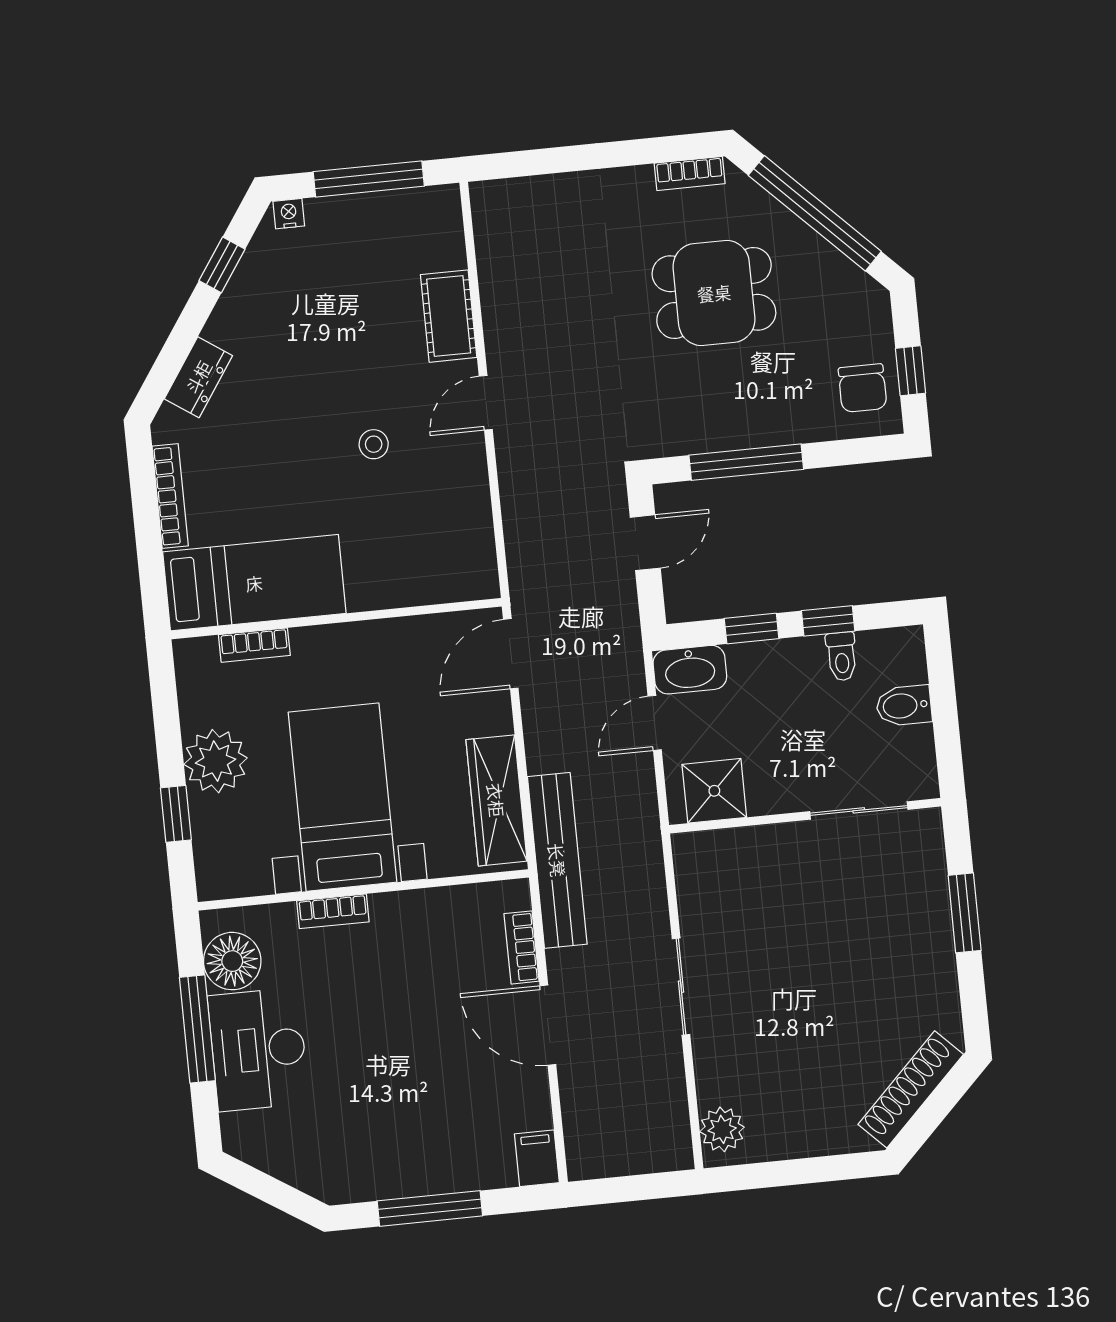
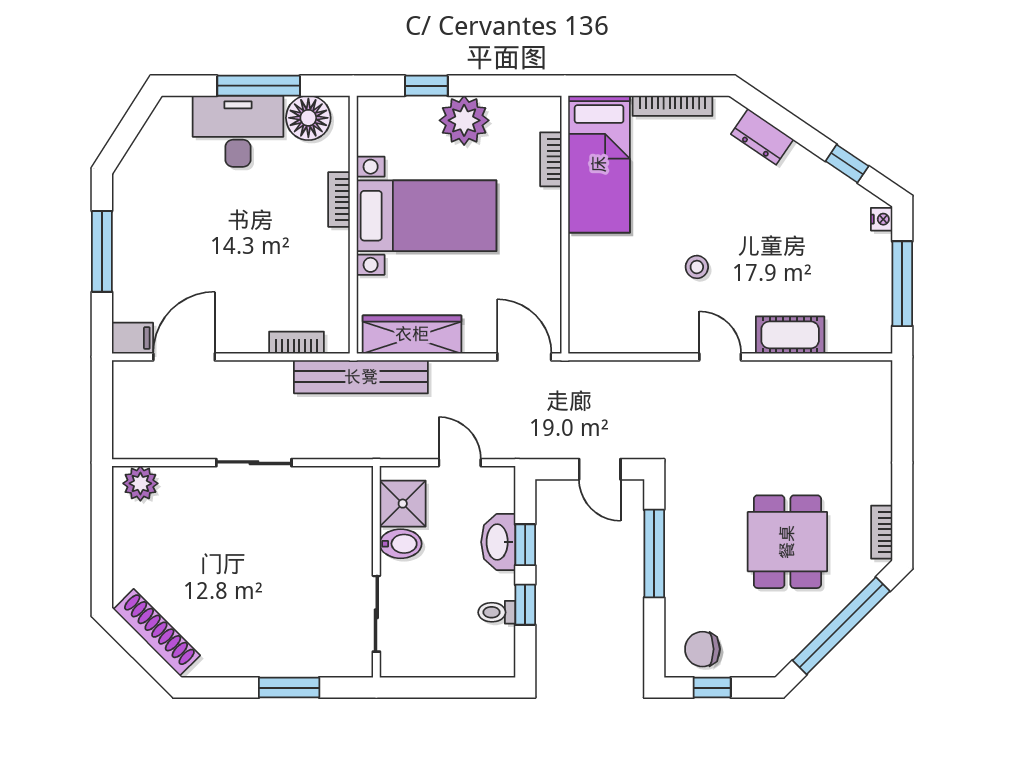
washbasin: (690, 670) -> (498, 542), moved
bidet: (904, 706) -> (401, 544), moved, turned 90
door: (548, 1025) -> (184, 357), moved

